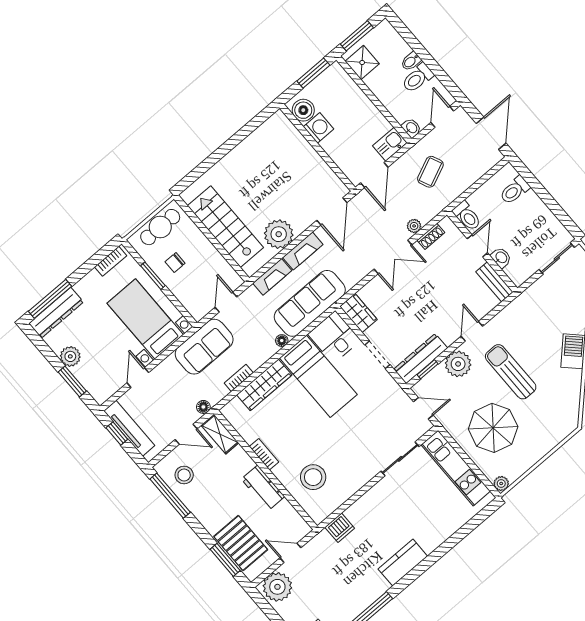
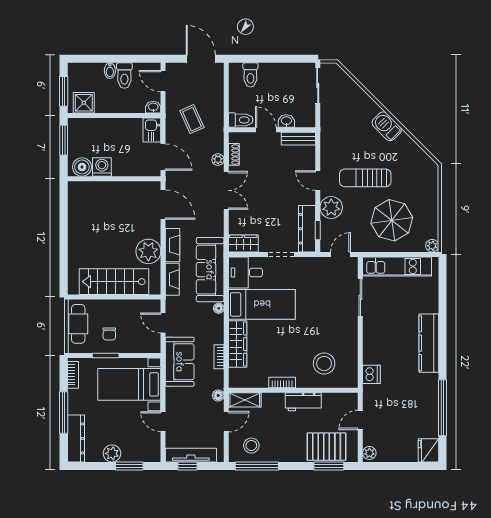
window: (50, 299) -> (64, 412), moved
kitchen counter: (403, 563) -> (429, 343), width x1.50
plant: (277, 587) -> (369, 453), width x0.53, depth x0.53

